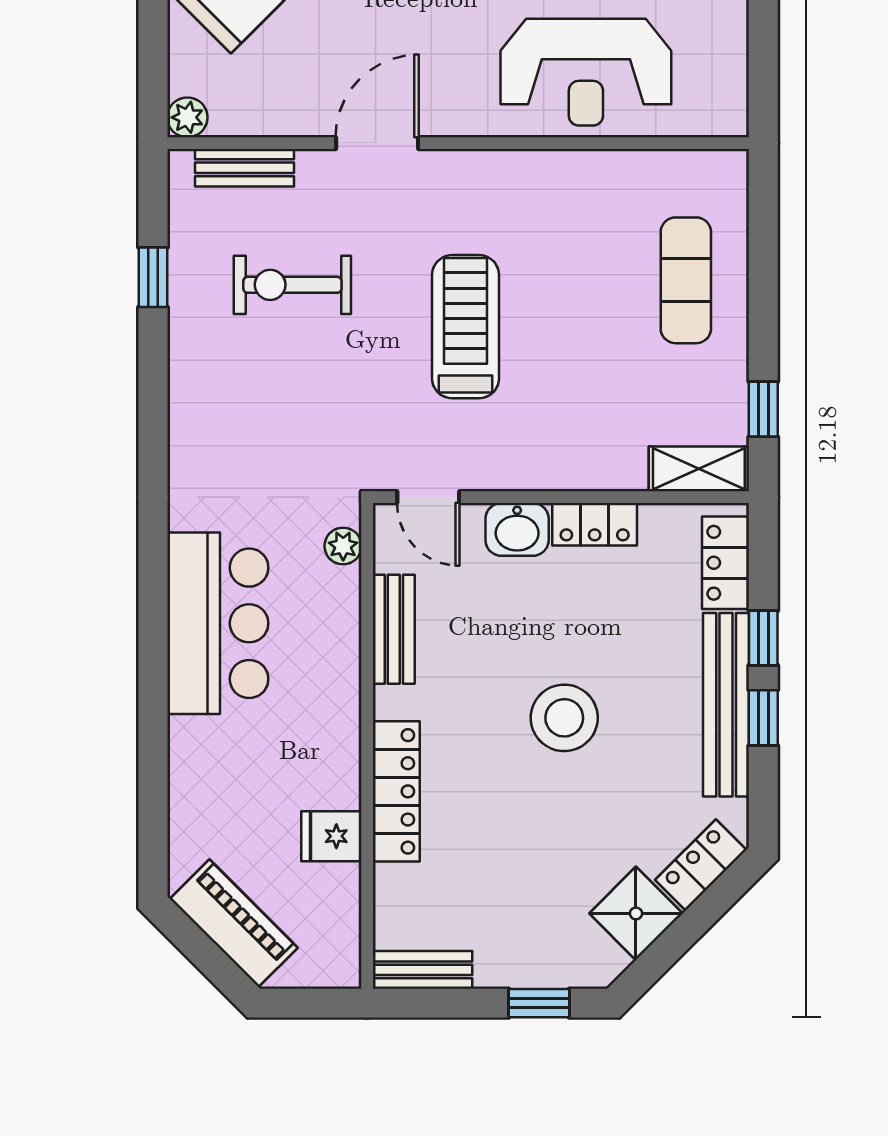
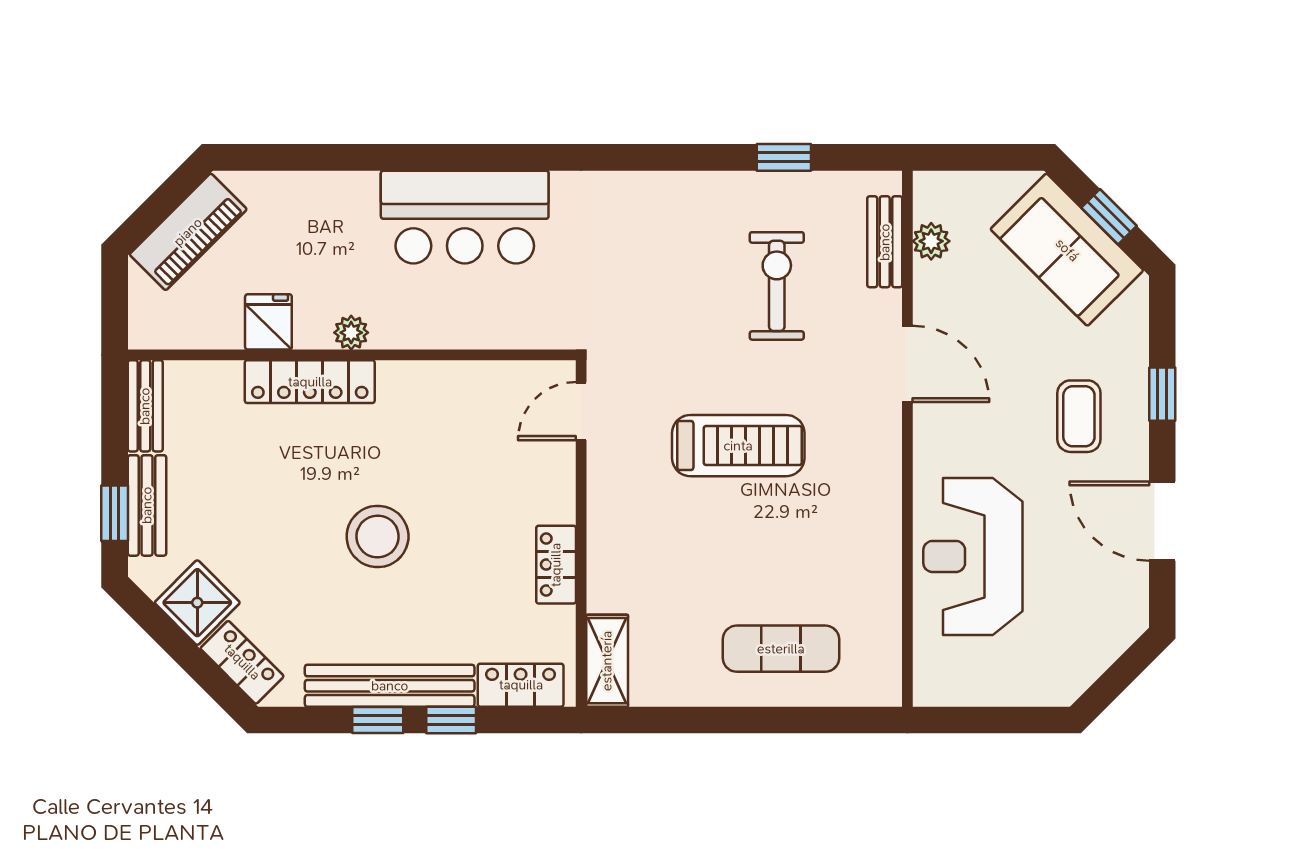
plant: (187, 117) -> (931, 241), moved
window: (763, 409) -> (662, 720), removed
washbasin: (517, 529) -> (551, 493), removed
plant: (343, 546) -> (351, 333), moved
bench: (394, 629) -> (147, 505), moved, turned 90

